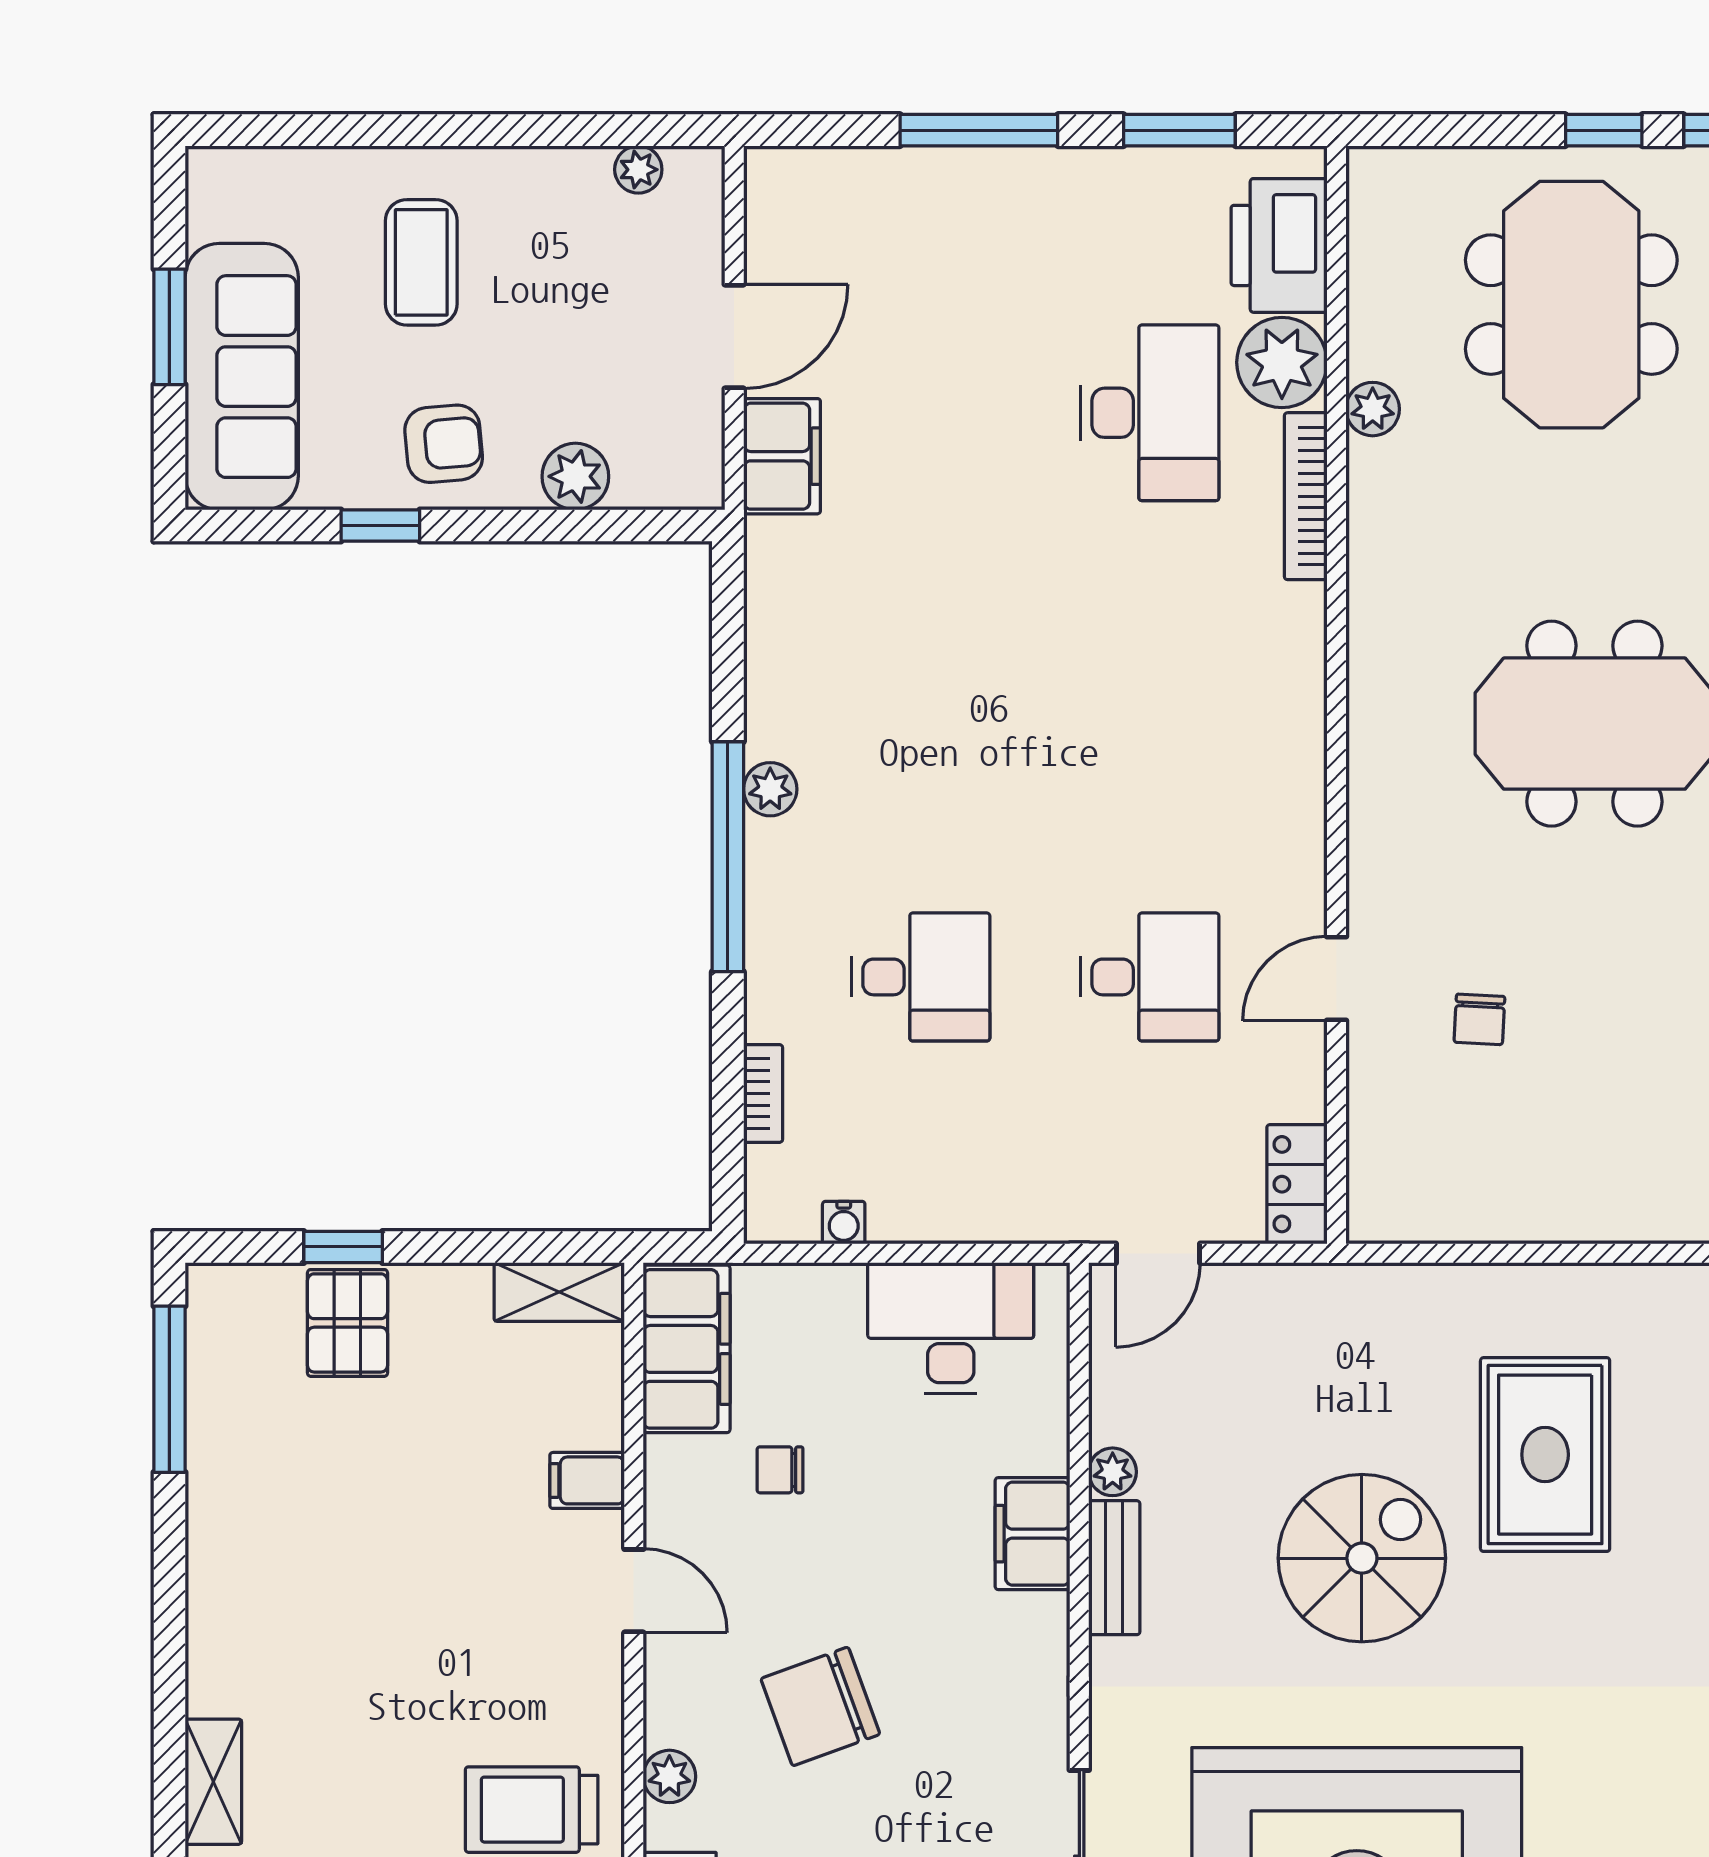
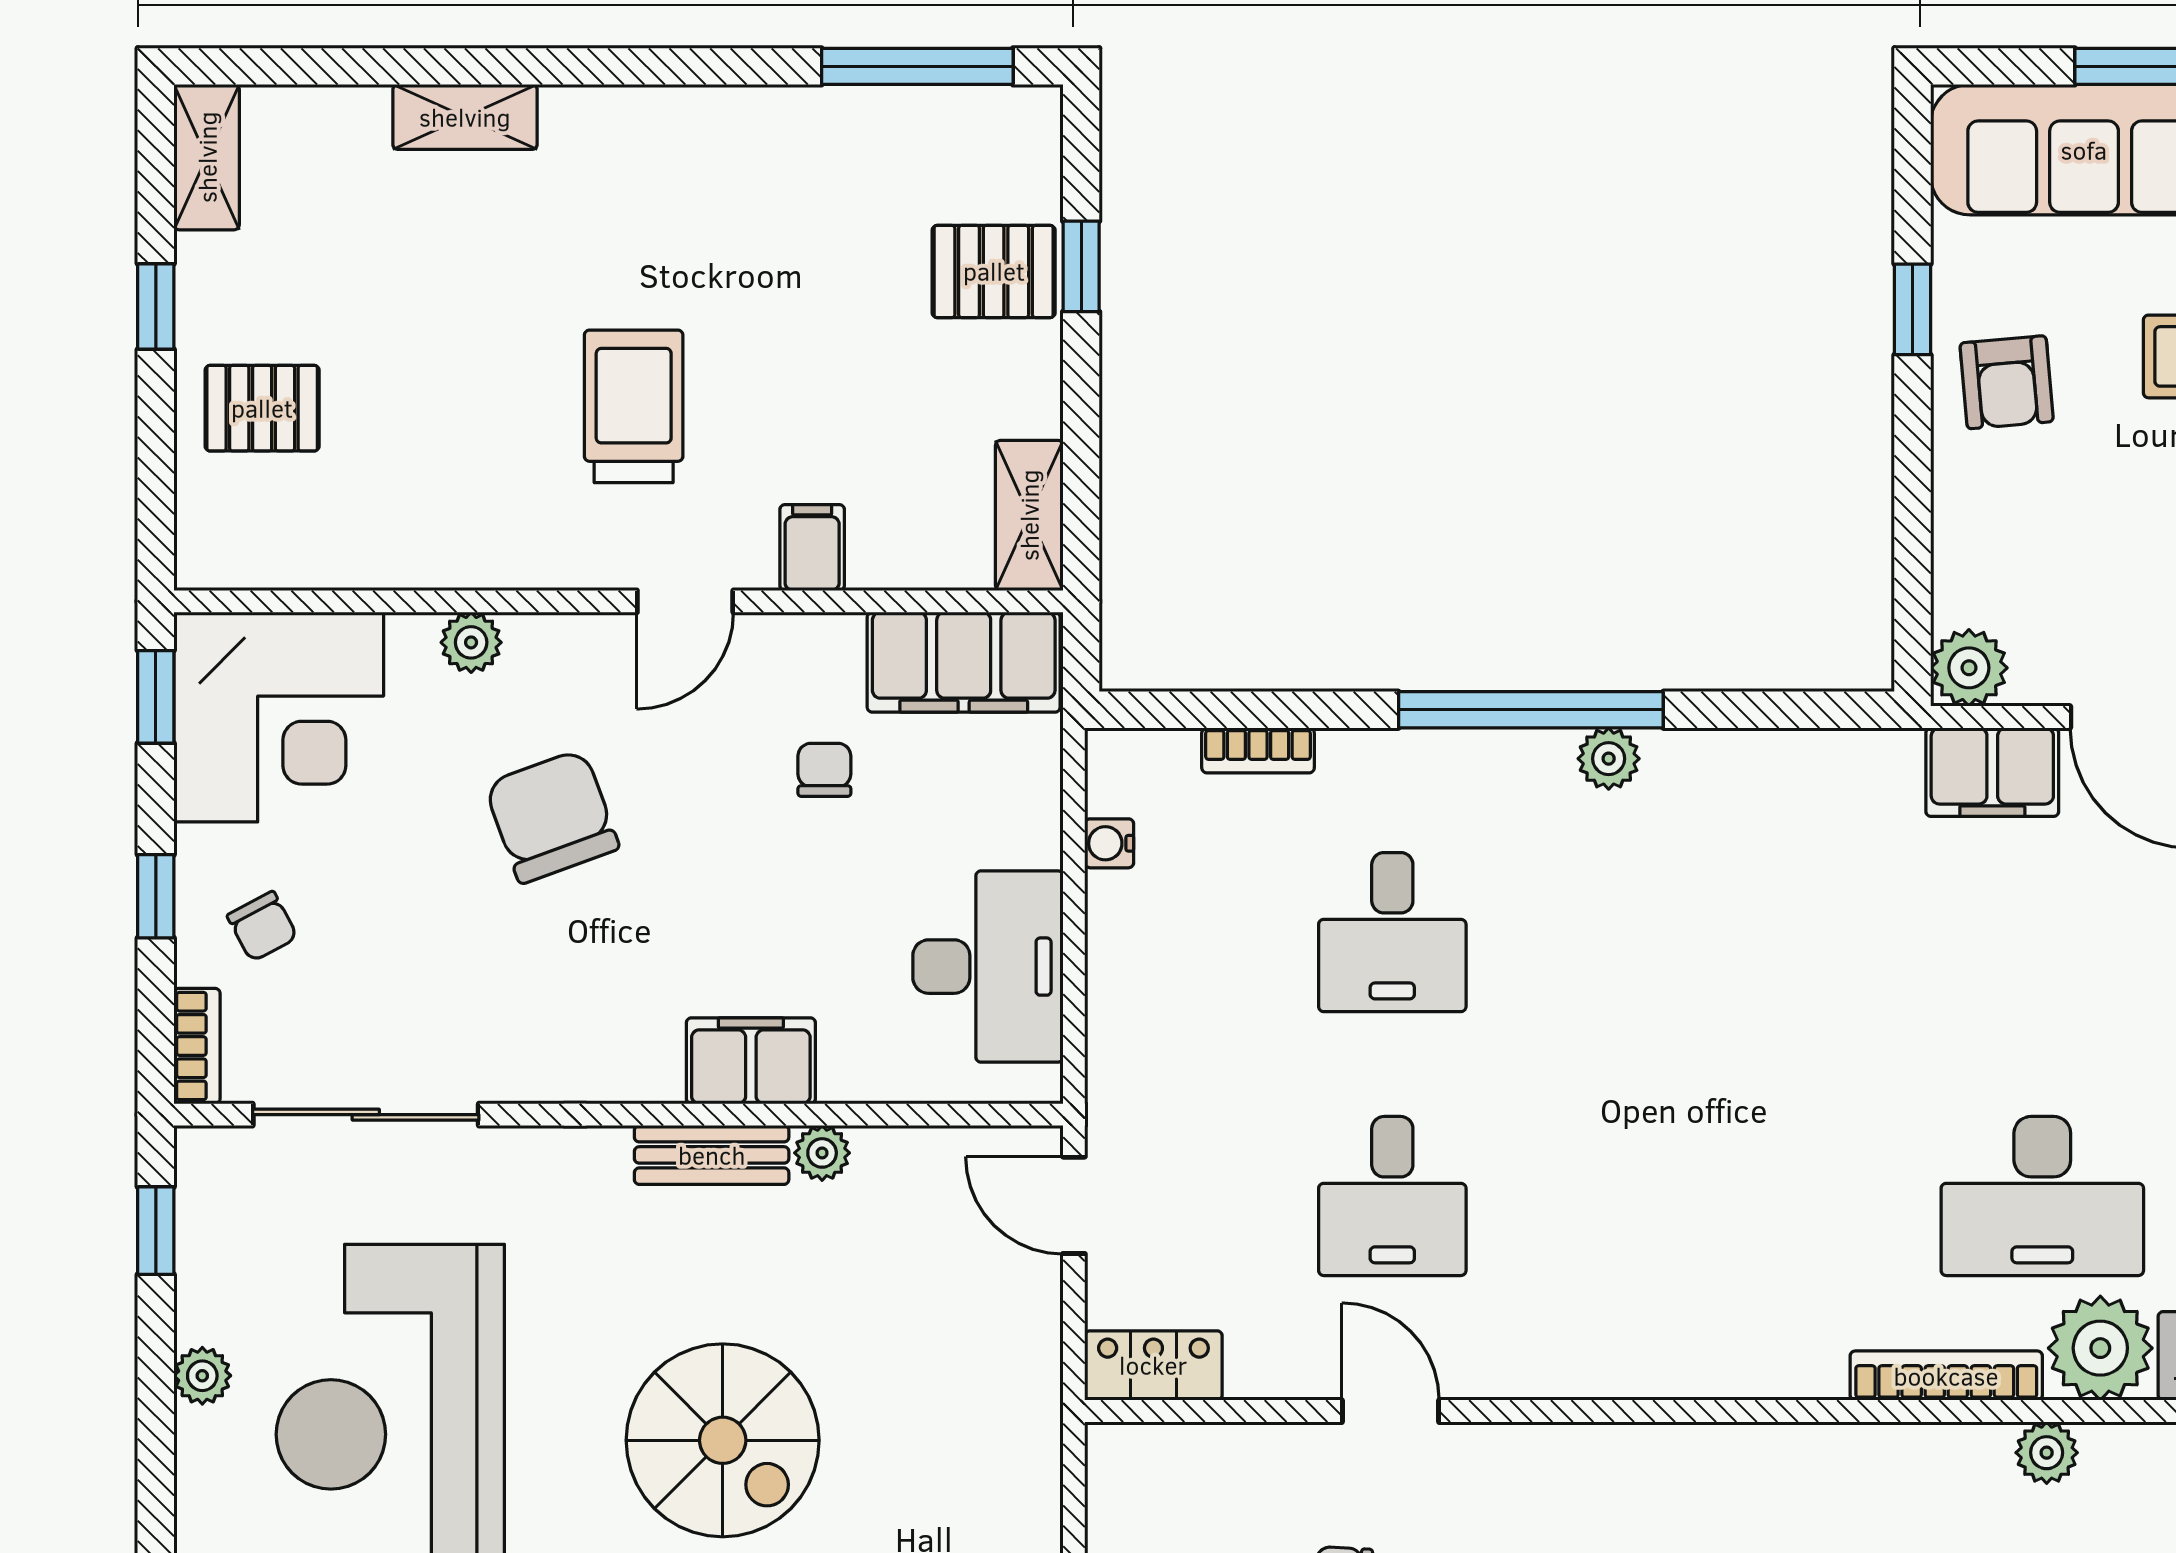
plant: (575, 476) -> (1969, 668), moved
trolley: (532, 1810) -> (634, 406), moved

